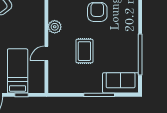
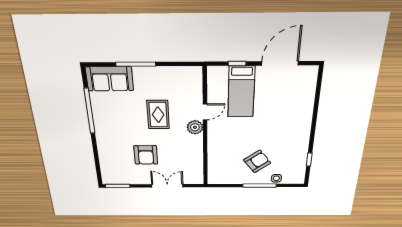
plant: (55, 27) -> (195, 127), moved

